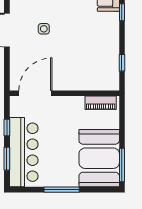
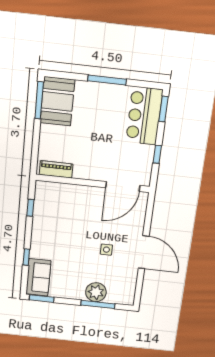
bar counter: (24, 152) -> (144, 116), width x0.73
booth: (99, 158) -> (57, 101), width x0.73, depth x0.70
window: (7, 159) -> (163, 109), moved

